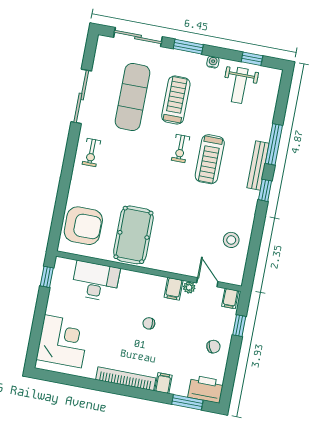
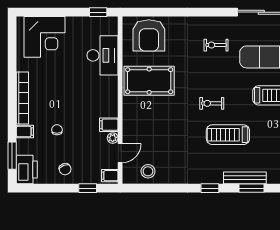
window: (274, 144) -> (252, 188), width x0.69
exercise bike: (181, 148) -> (212, 103), moved
exercise bike: (91, 153) -> (216, 45), moved
bench: (258, 166) -> (245, 178), moved
stool: (231, 240) -> (148, 171), moved
chair: (149, 323) -> (57, 130), moved

